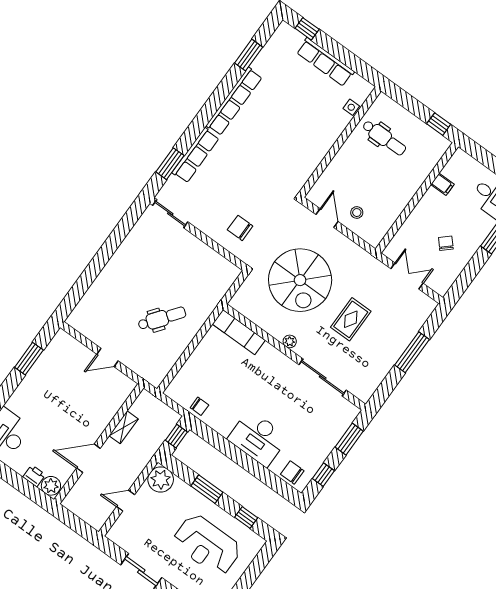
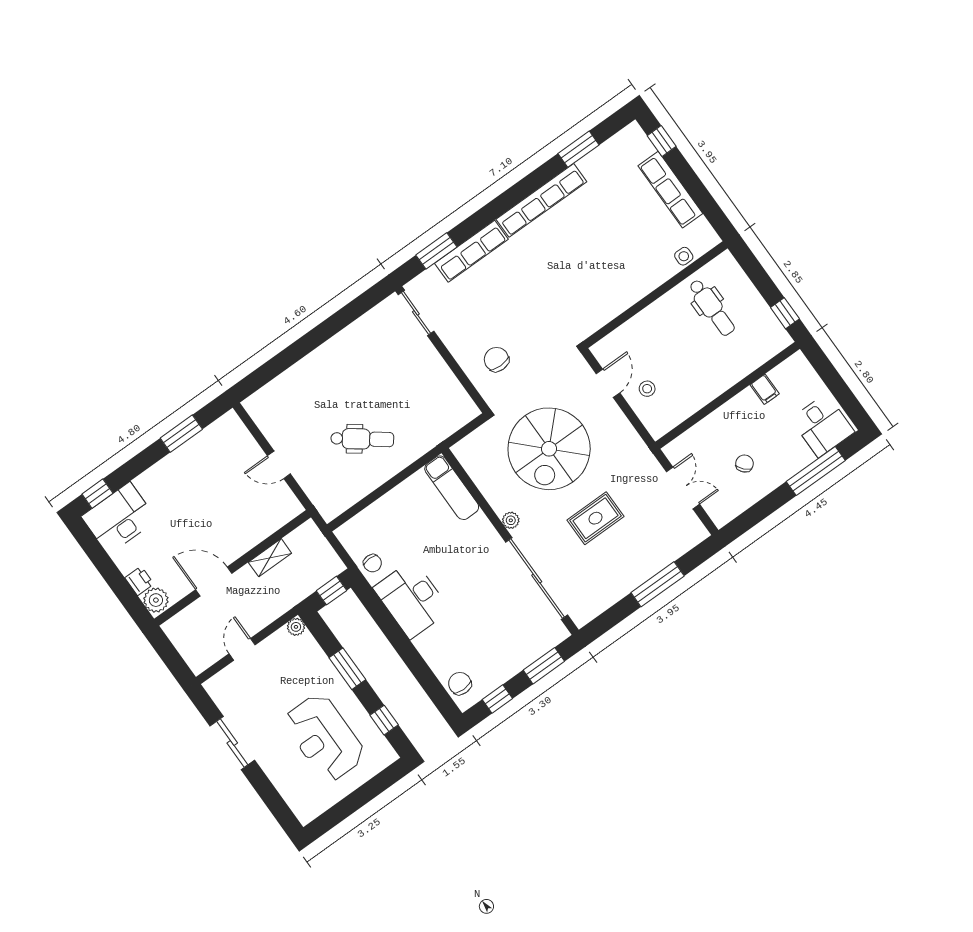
sliding door: (323, 377) -> (537, 578), width x1.36
desk: (258, 438) -> (412, 599), moved
plant: (161, 480) -> (296, 627), width x0.53, depth x0.53
door: (126, 501) -> (242, 649), hinge flipped

